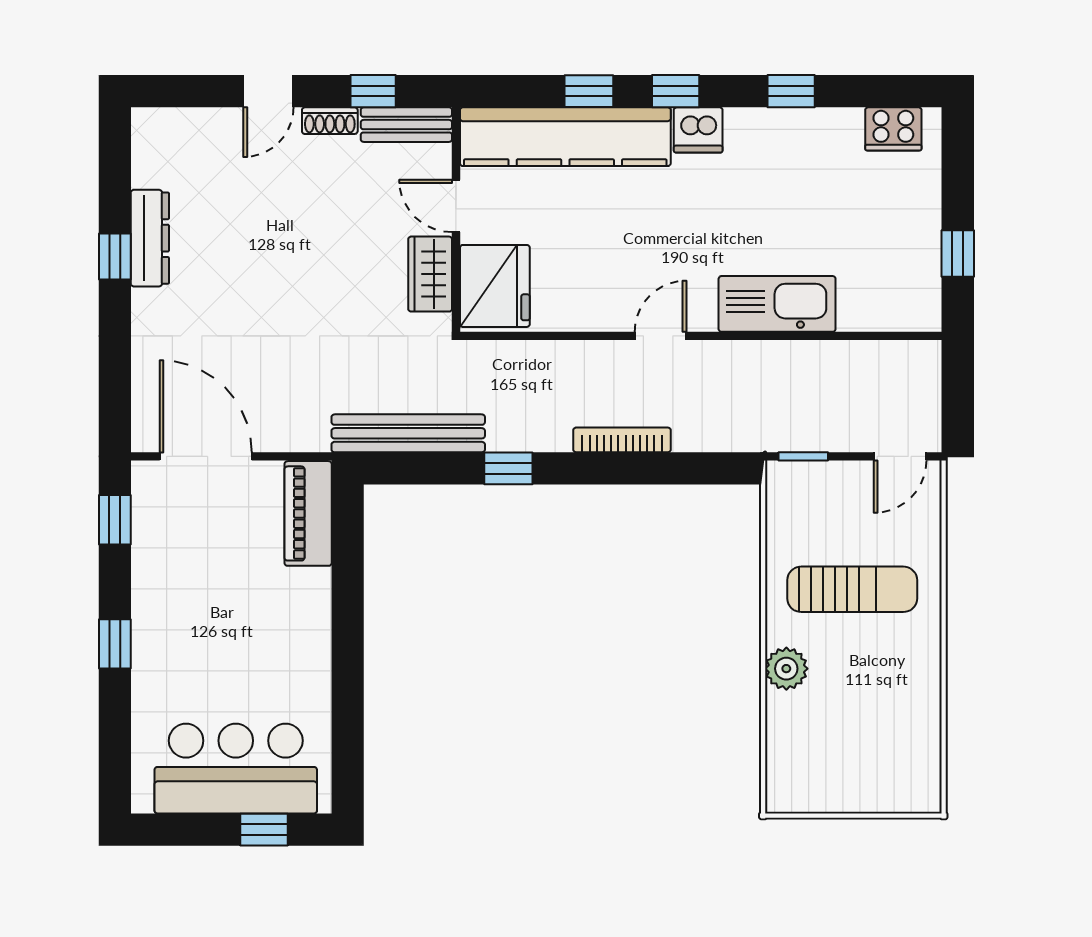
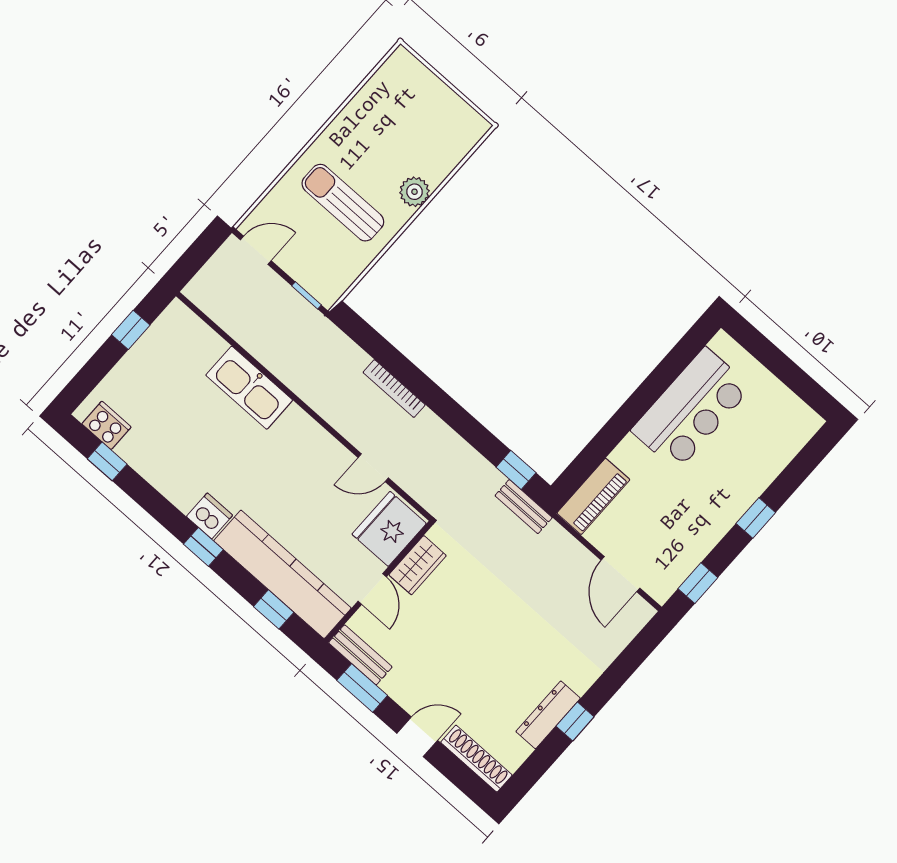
window: (373, 91) -> (362, 688), width x1.50
window: (589, 91) -> (274, 609), moved
window: (791, 91) -> (107, 461), moved
shoe rack: (330, 121) -> (476, 759), moved, width x1.94, depth x1.24
door: (661, 336) -> (373, 468), moved
bench: (408, 433) -> (524, 507), width x0.54, depth x0.82
door: (206, 456) -> (621, 574), width x0.73
window: (508, 468) -> (516, 470), moved
bar counter: (236, 769) -> (691, 409), moved, turned -90
window: (264, 830) -> (764, 351), removed

